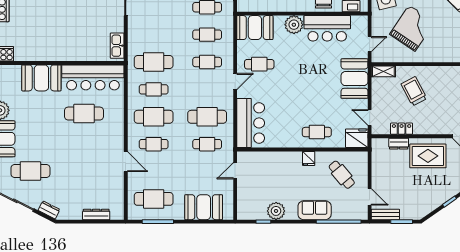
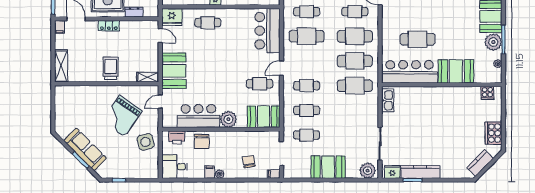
cafe table: (154, 89) -> (355, 61), width x1.37, depth x1.35
trolley: (414, 91) -> (111, 68), moved, turned -152
locker: (402, 129) -> (109, 26), moved

